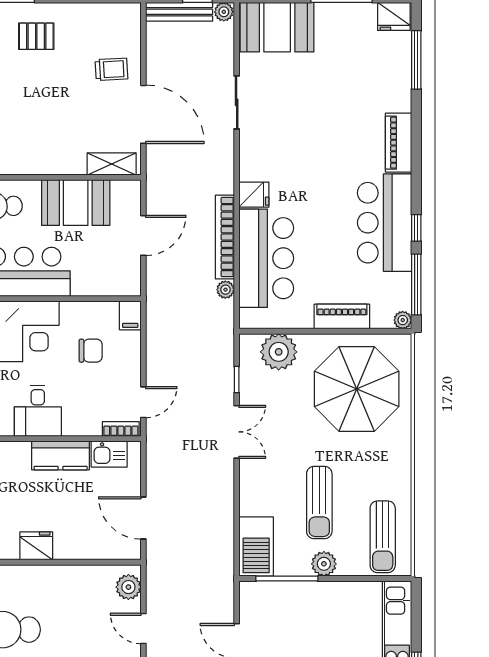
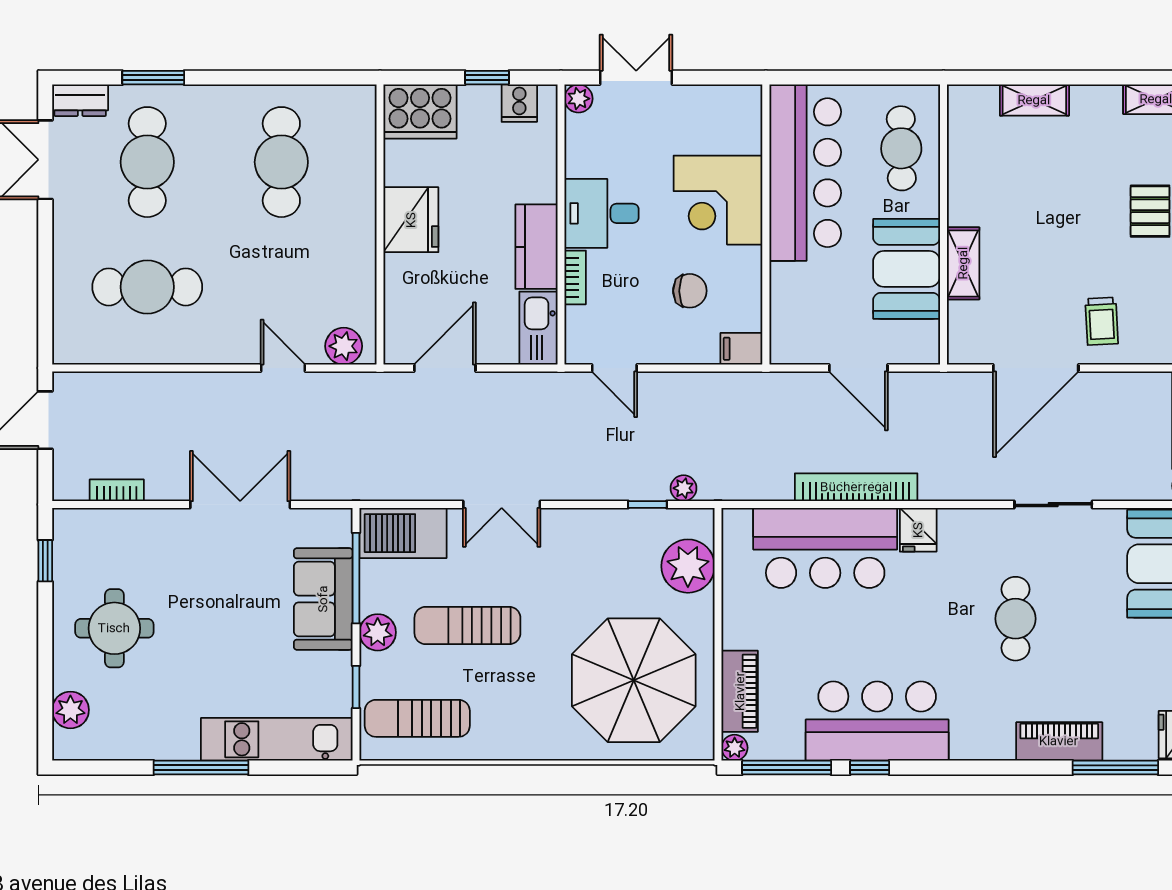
cafe table: (315, 128) -> (1016, 619), added
piano: (398, 143) -> (1059, 741), moved
shelving: (112, 164) -> (963, 263), moved
plant: (225, 290) -> (684, 488), moved
piano: (342, 317) -> (740, 691), moved
chair: (91, 351) -> (690, 291), turned -90
bookcase: (121, 429) -> (575, 277), moved
double door: (237, 432) -> (502, 505), moved
kitchen sink: (109, 454) -> (538, 328), width x1.38
fridge: (36, 546) -> (411, 220), width x1.36, depth x1.34
window: (361, 579) -> (356, 687), added
sofa: (301, 601) -> (323, 599), added
door: (143, 628) -> (283, 368), hinge flipped

